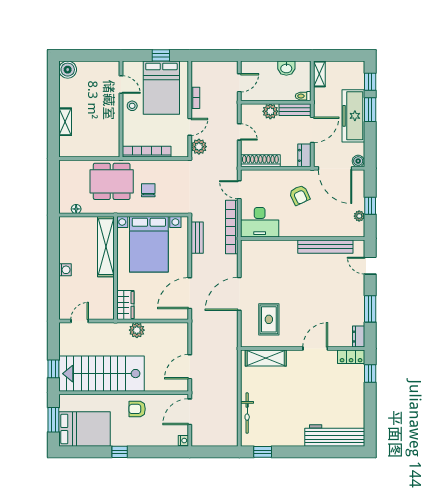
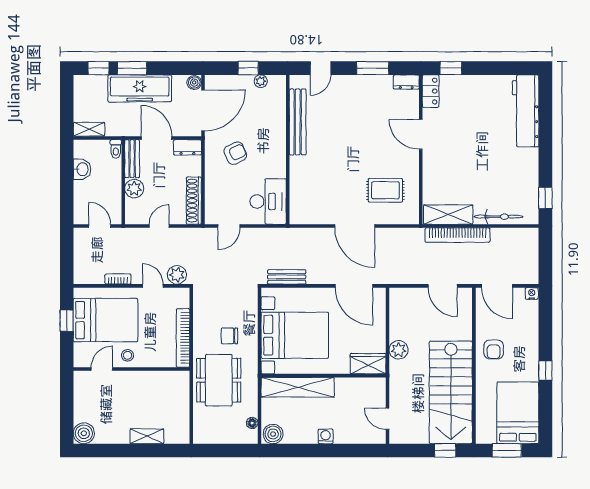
boiler: (67, 226) -> (273, 434), added
bookcase: (232, 227) -> (457, 235), moved
shelving: (266, 358) -> (448, 215), moved, turned 90

